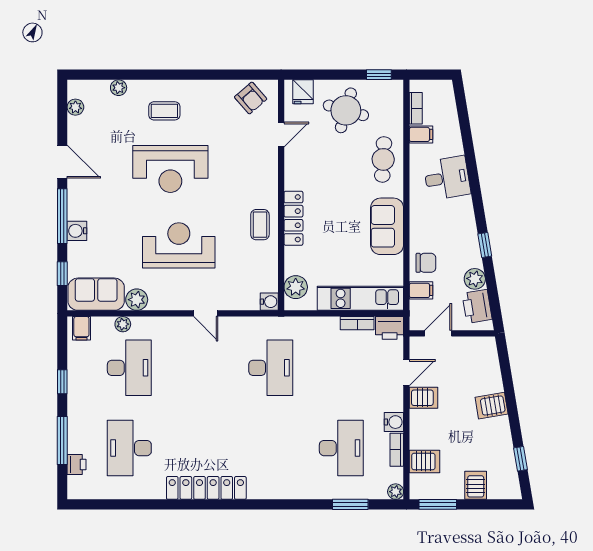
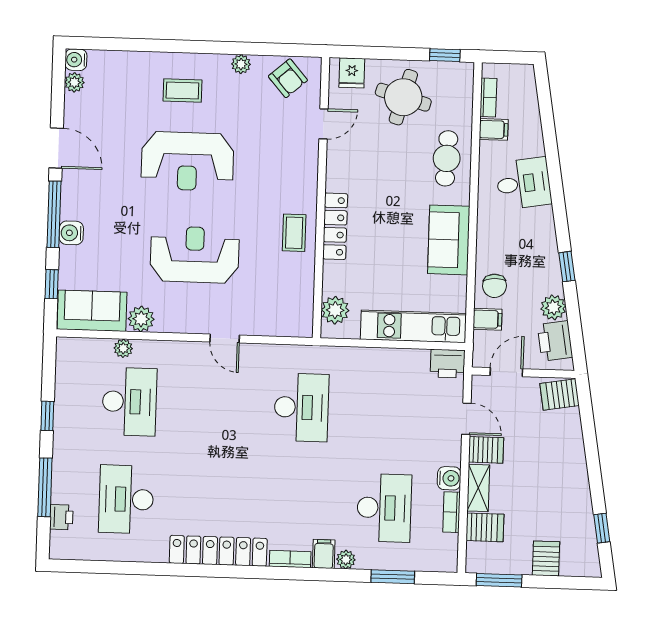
plant: (119, 88) -> (241, 64), moved
chair: (426, 263) -> (494, 286), turned 87
water cooler: (269, 302) -> (76, 60), moved, turned 180
bookcase: (357, 323) -> (290, 559), moved, turned 180
filing cabinet: (81, 328) -> (324, 554), moved, turned 180
door: (406, 373) -> (466, 419), hinge flipped
server rack: (492, 406) -> (560, 395), moved
shelving: (418, 429) -> (478, 488), added
plant: (396, 492) -> (346, 560), moved

